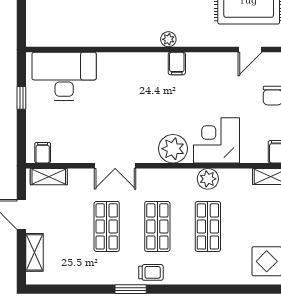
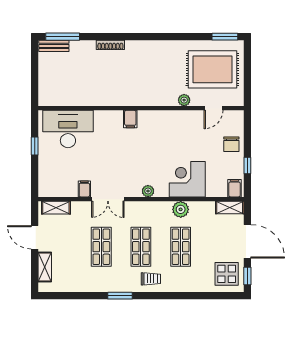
plant: (168, 39) -> (184, 100), moved
filing cabinet: (177, 64) -> (130, 119), moved
plant: (173, 149) -> (148, 191), width x0.53, depth x0.53
filing cabinet: (43, 153) -> (84, 189), moved
trolley: (151, 272) -> (151, 279), moved

